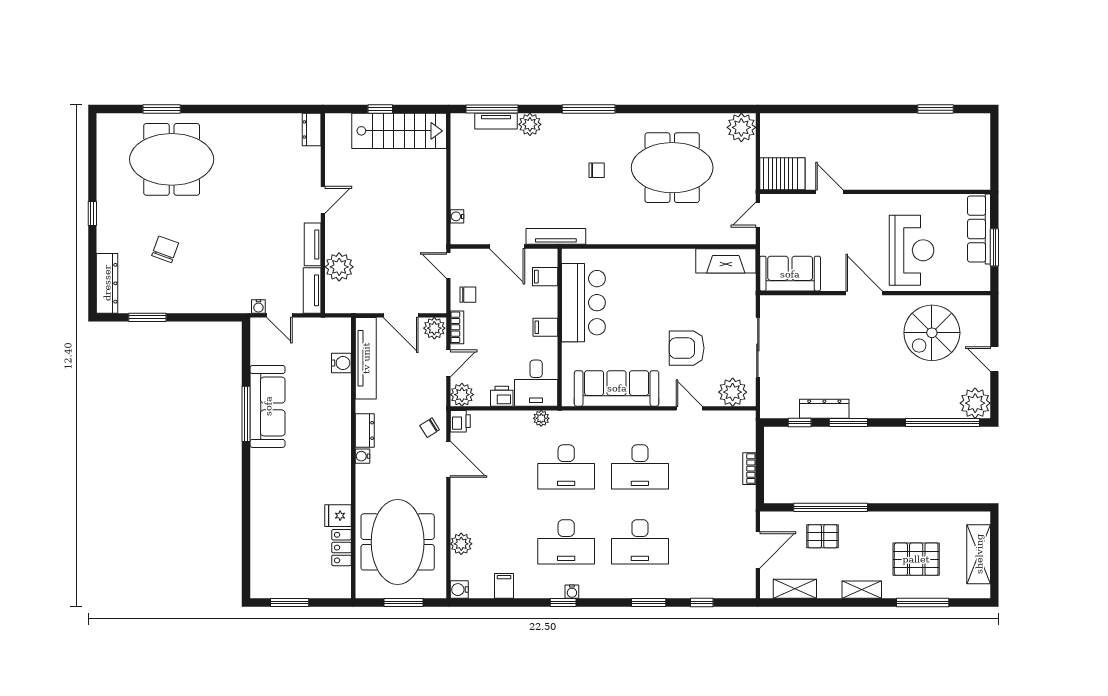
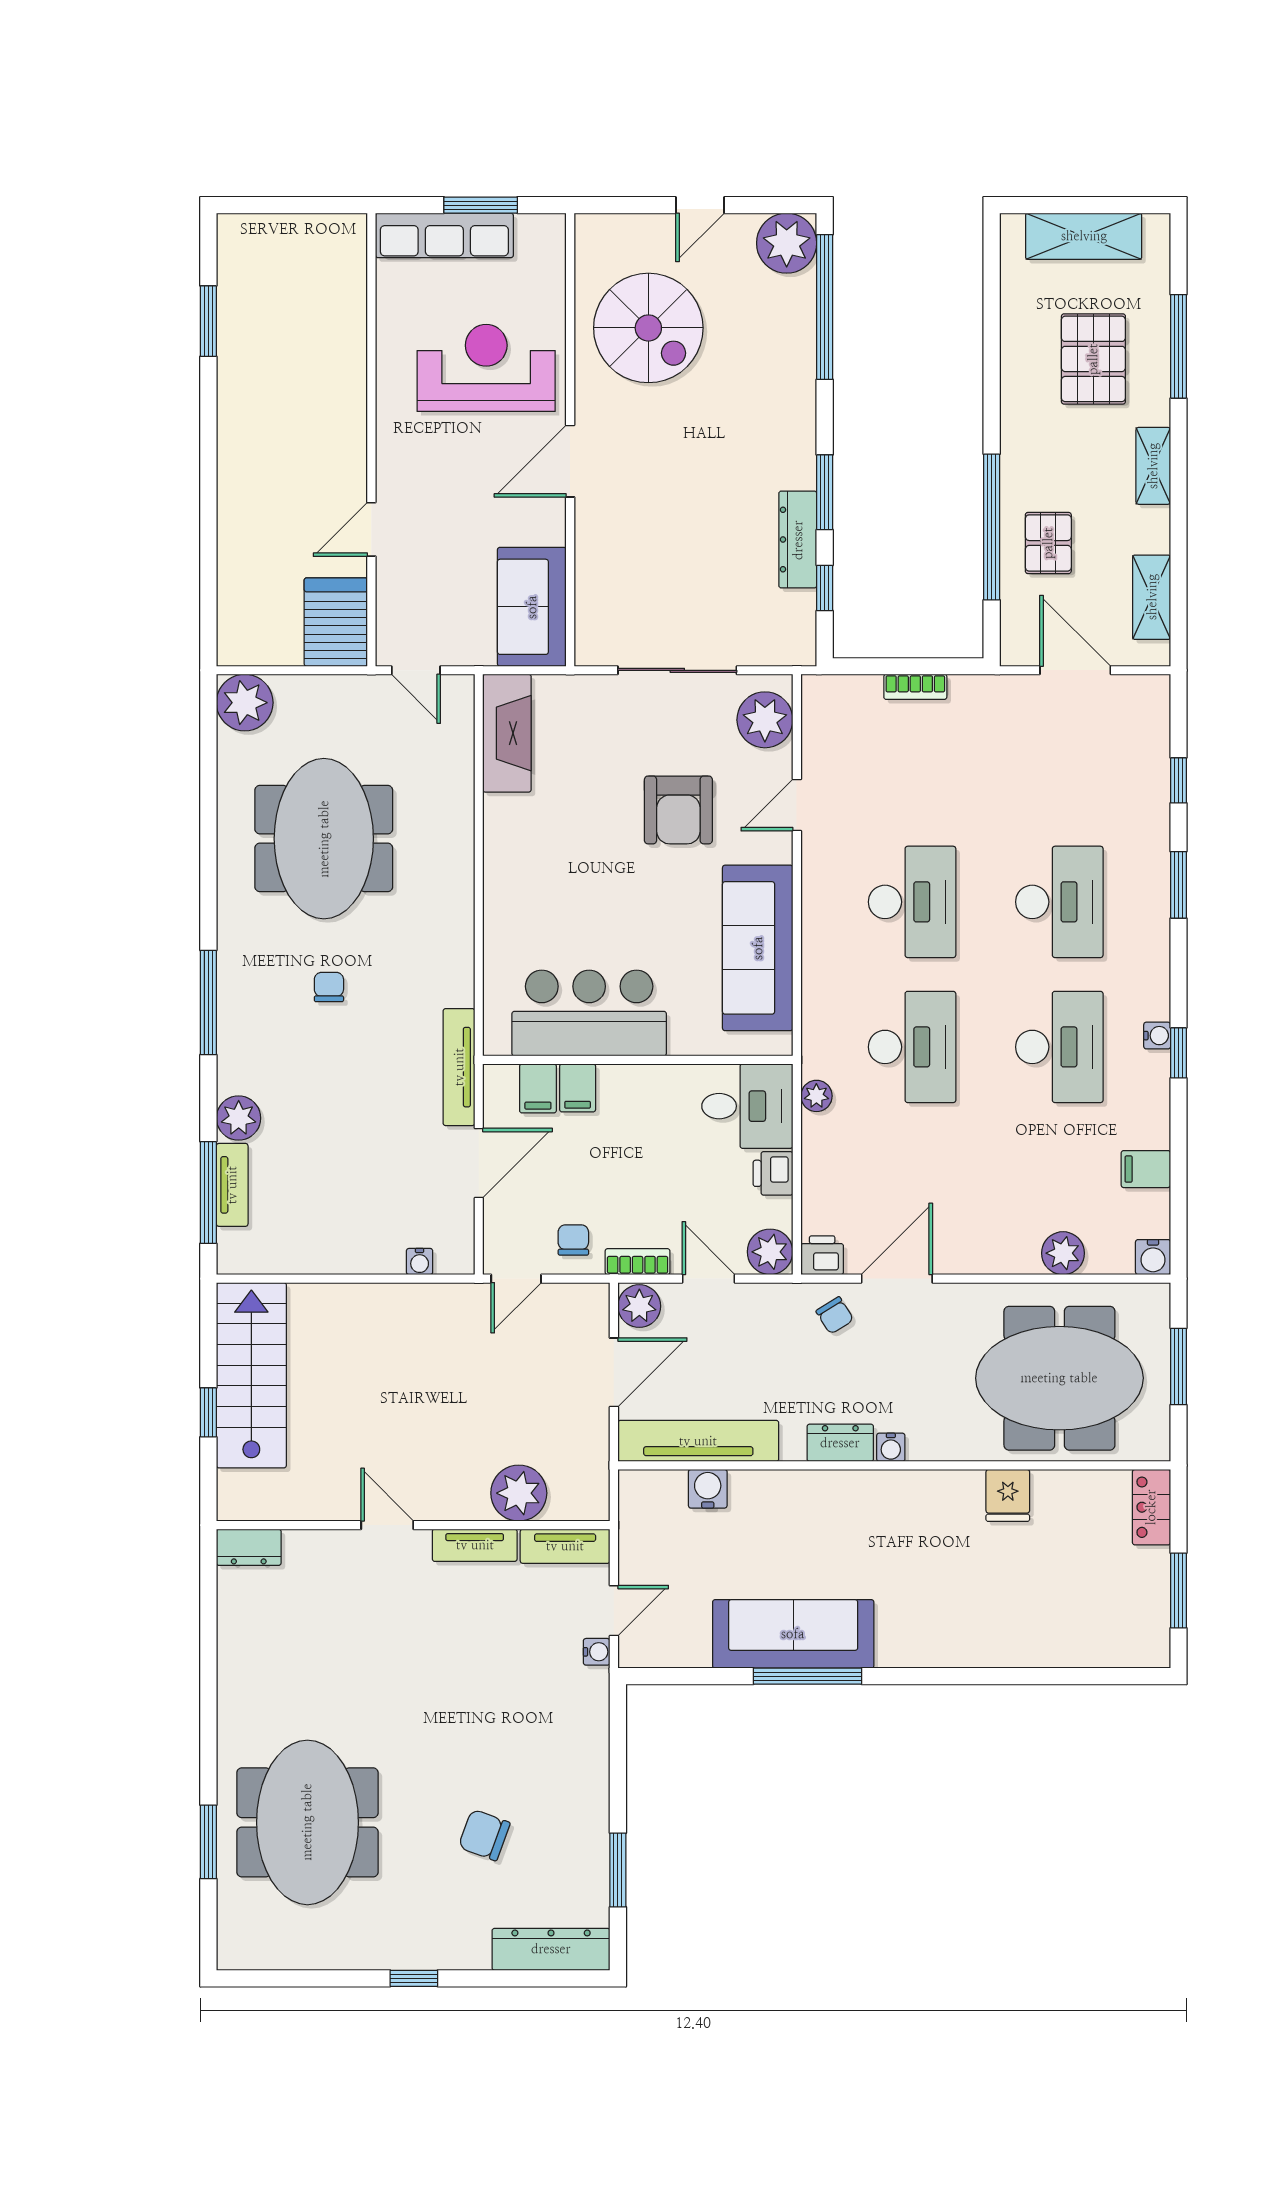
filing cabinet: (545, 327) -> (578, 1088), moved
locker: (341, 548) -> (1151, 1507), moved, turned 90

